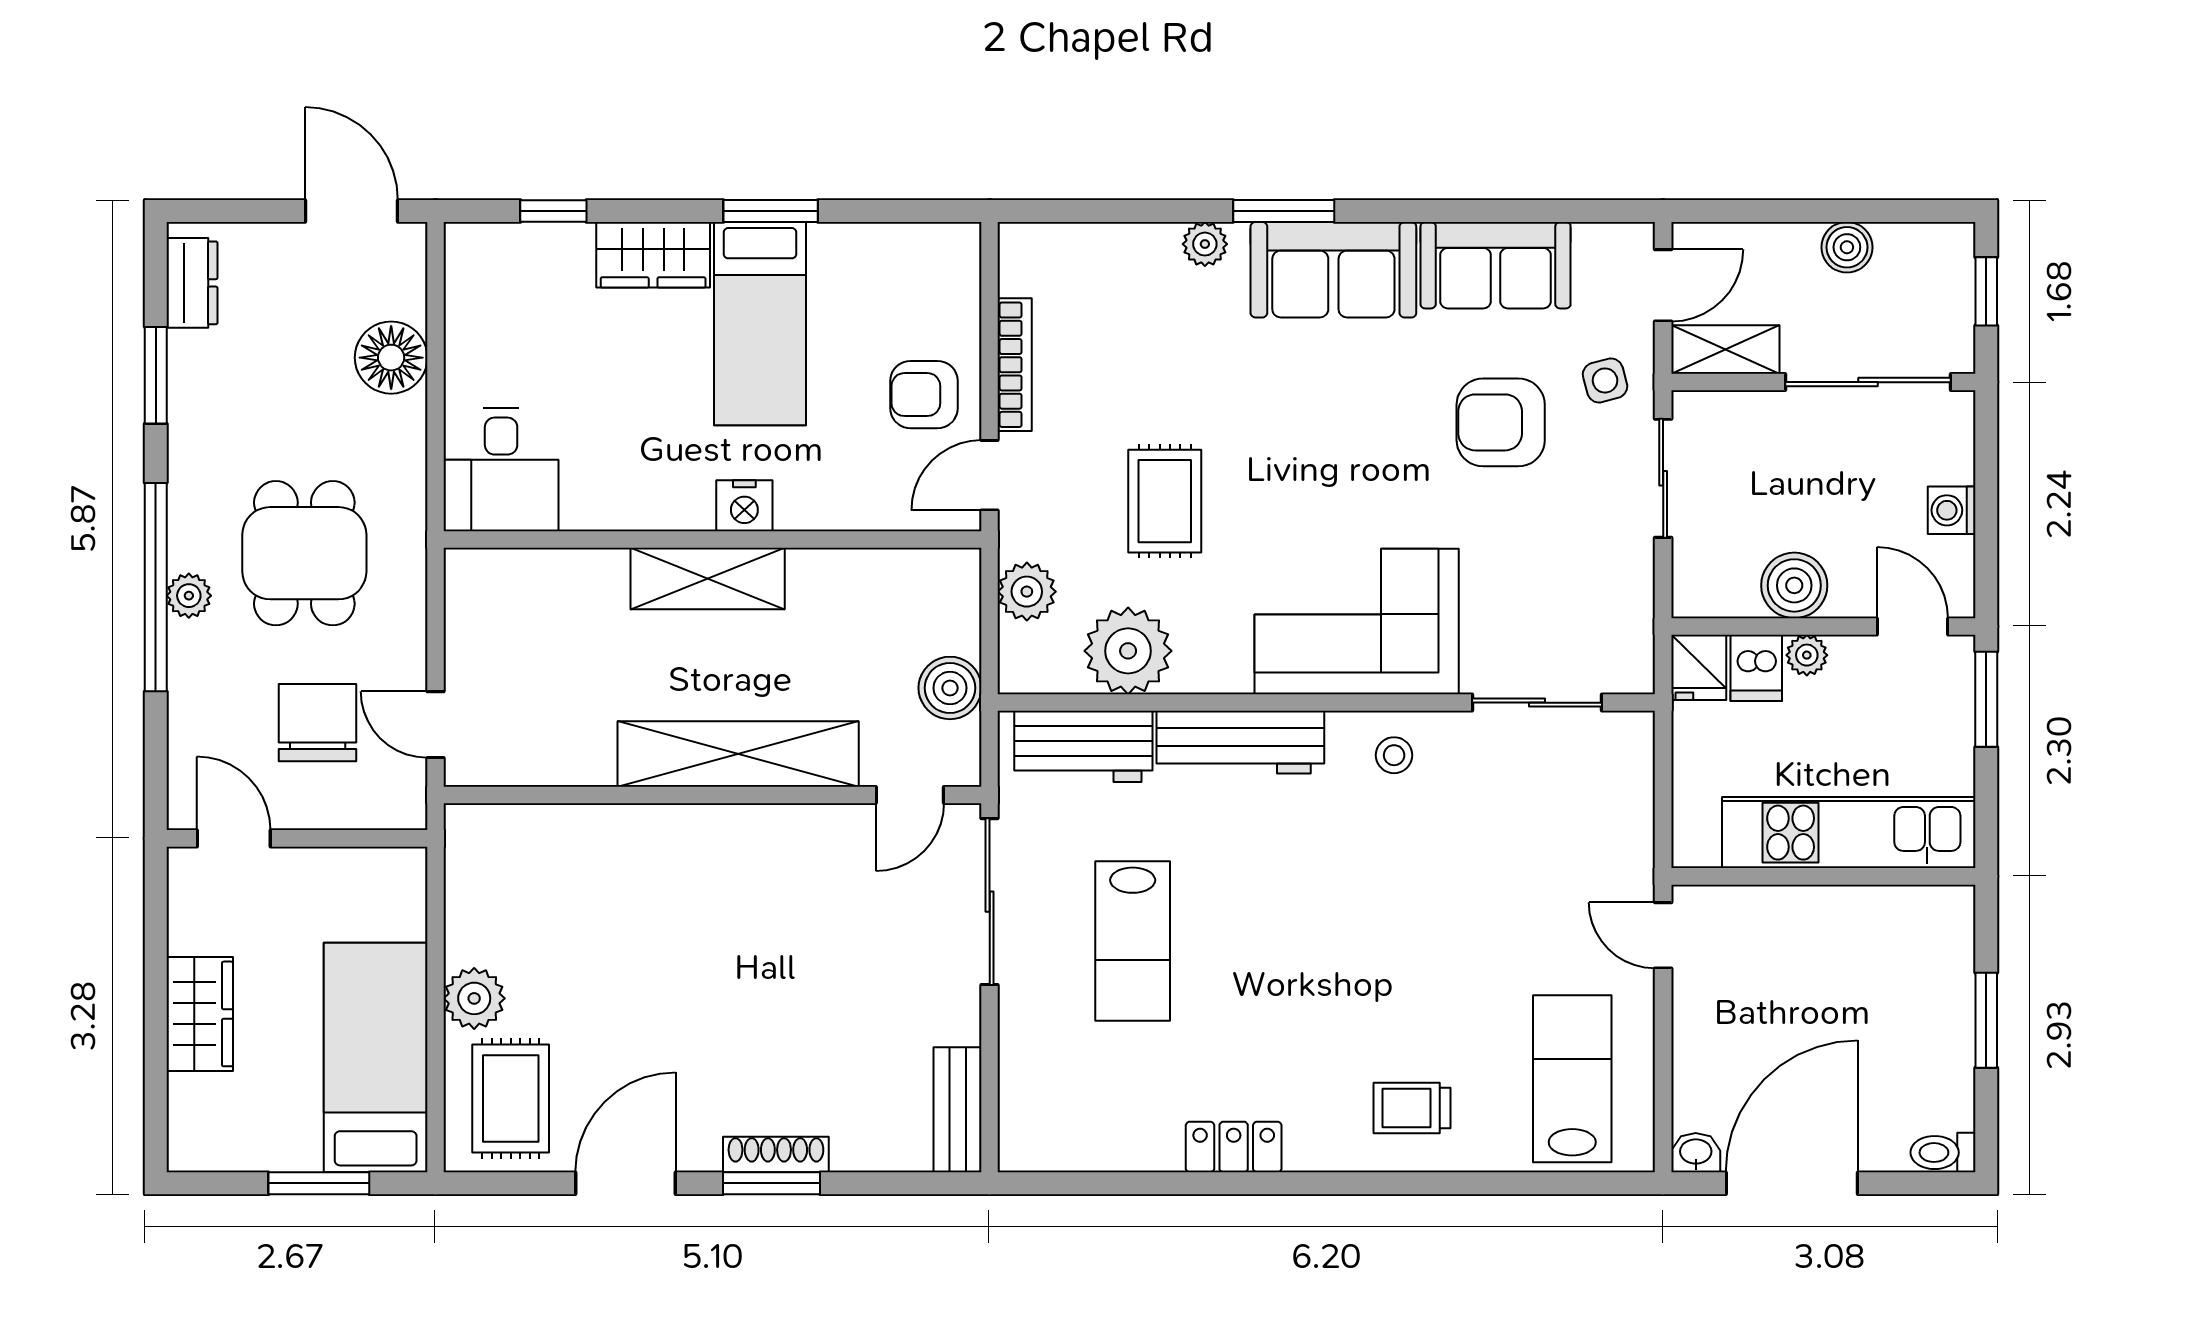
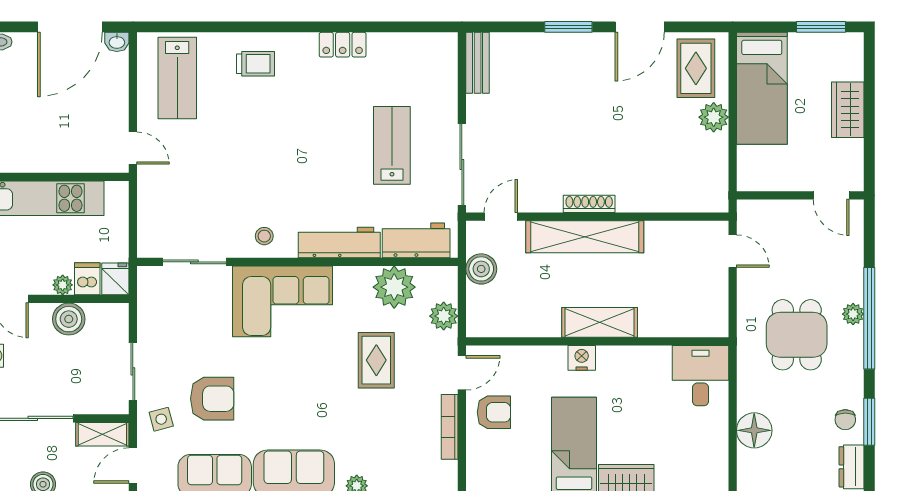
chair: (317, 723) -> (845, 420), moved, width x0.54, depth x0.54
shoe rack: (776, 1155) -> (589, 204), moved, turned 180
window: (319, 1183) -> (821, 27), moved

